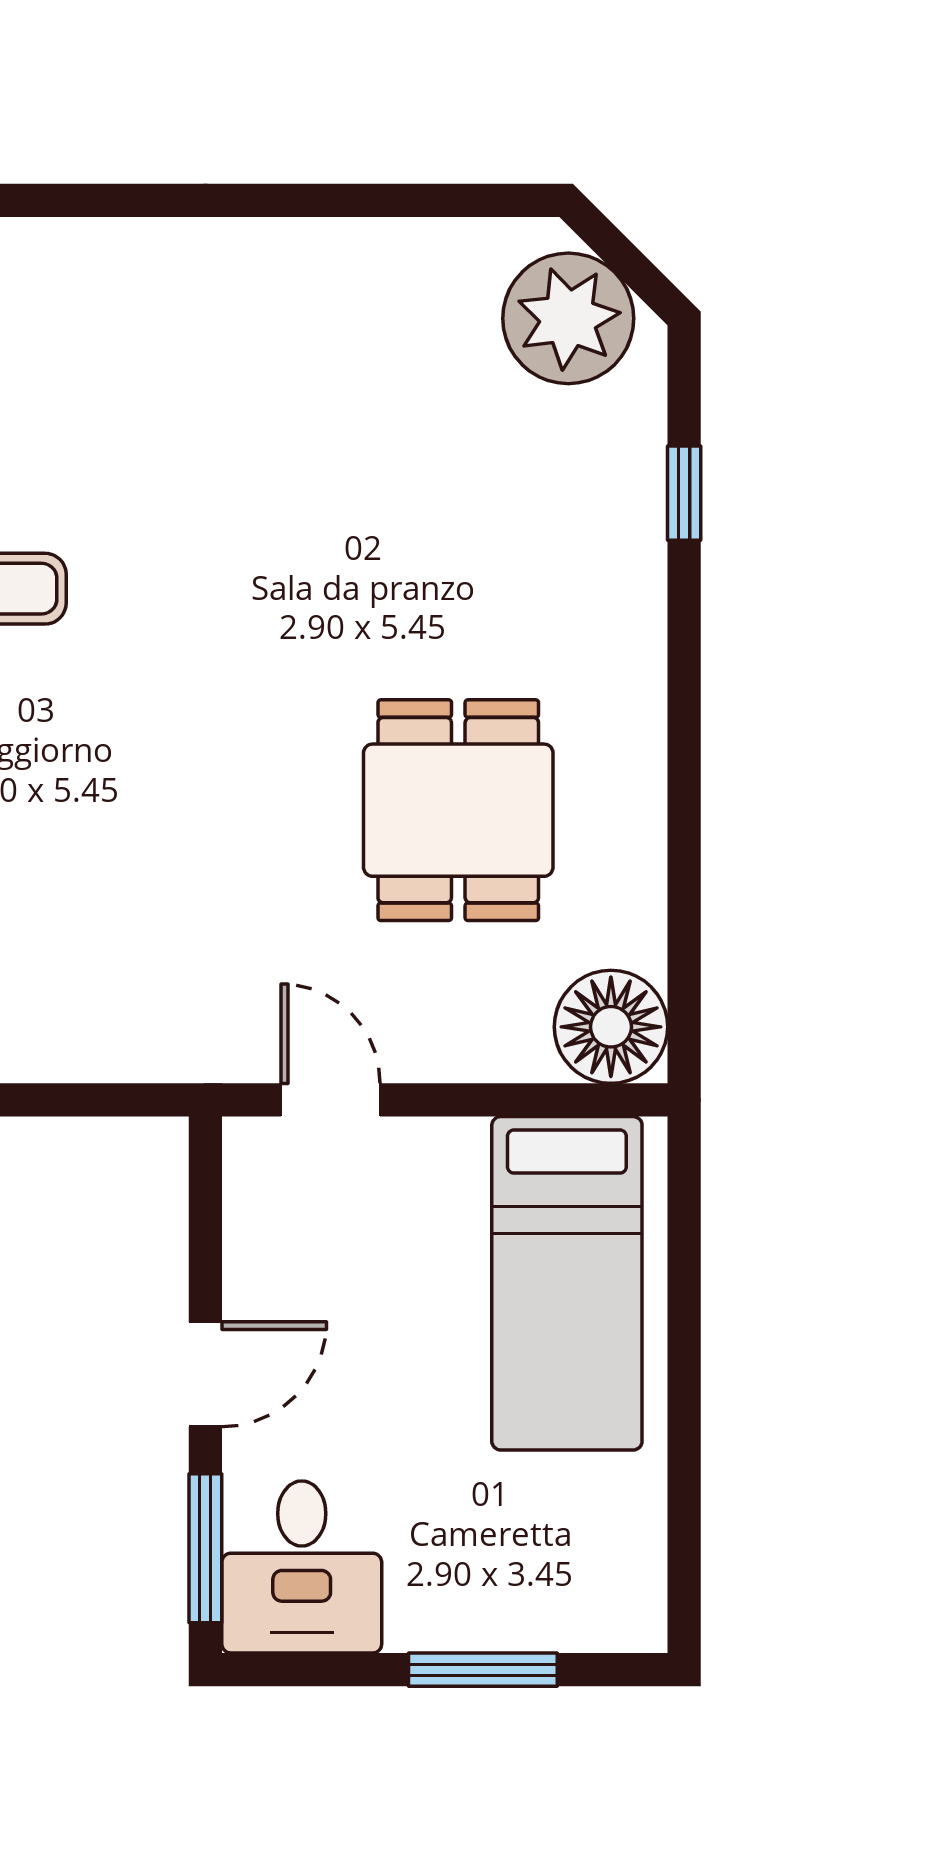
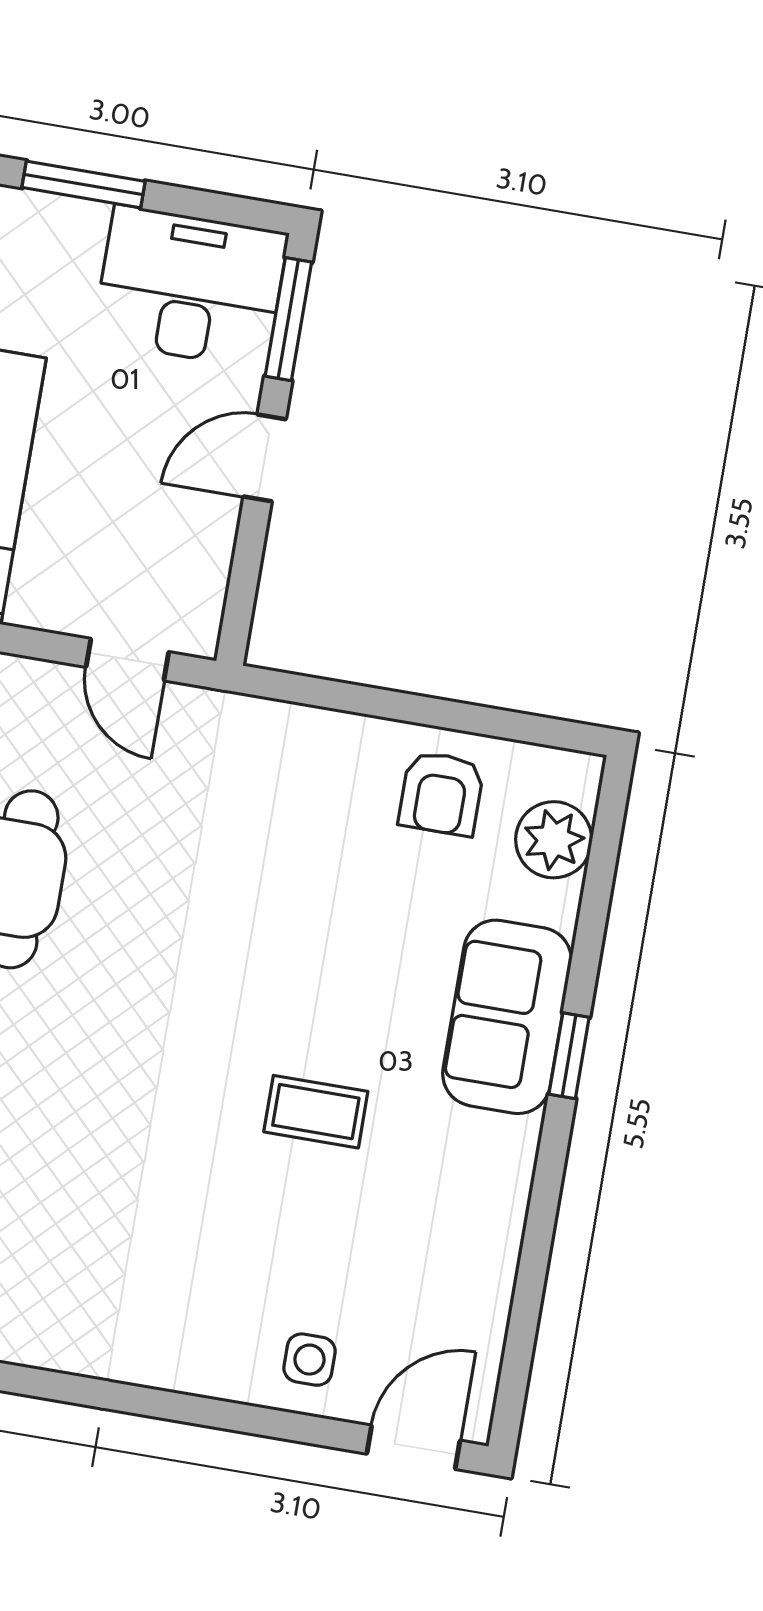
desk: (302, 1567) -> (190, 287), width x1.37

